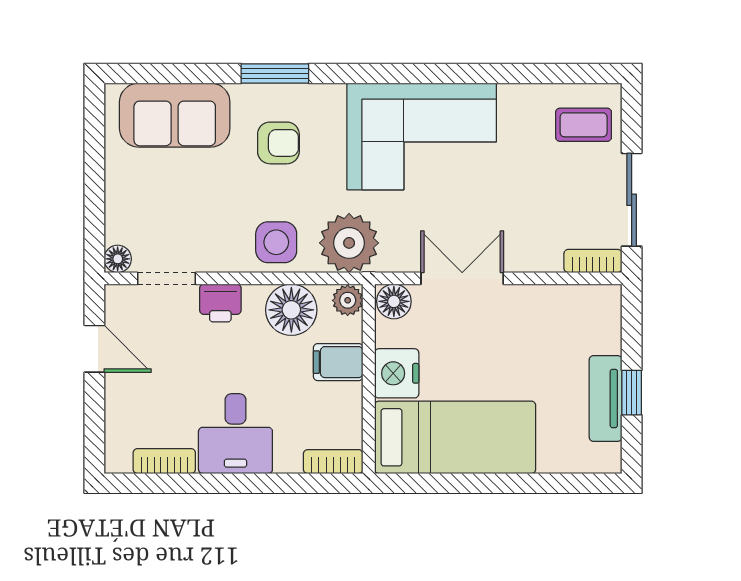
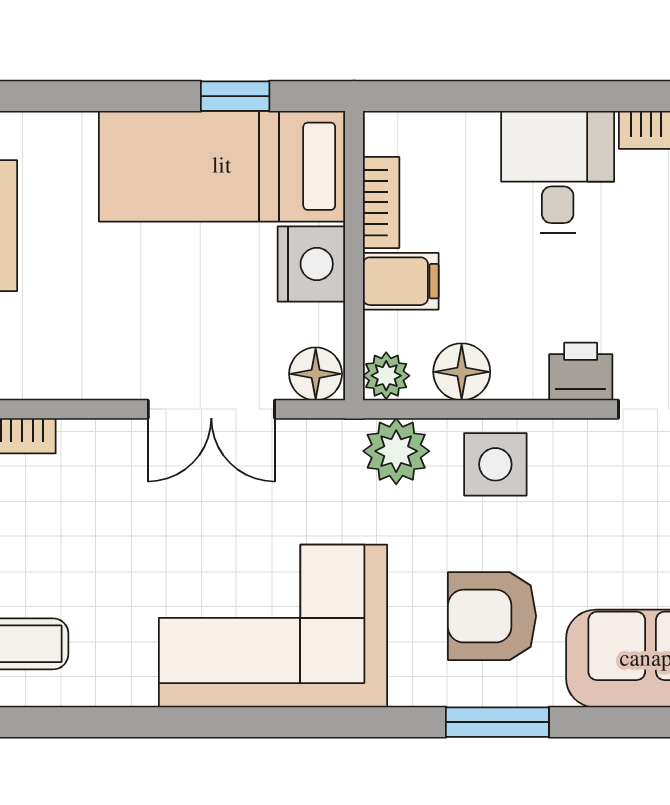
armchair: (278, 143) -> (492, 616), width x1.38, depth x1.38
plant: (349, 243) -> (396, 451), width x0.73, depth x0.73
floor lamp: (291, 310) -> (462, 372), width x0.73, depth x0.73
bookcase: (333, 462) -> (381, 202), moved, turned -90
window: (447, 483) -> (235, 96), added

